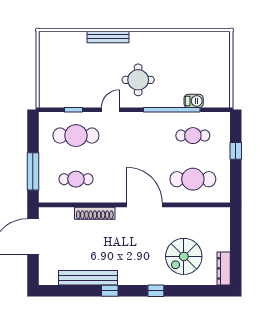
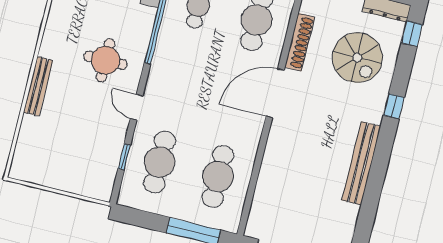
cafe table: (76, 179) -> (218, 177), width x1.37, depth x1.35
shoe rack: (95, 213) -> (300, 42), moved
bench: (88, 278) -> (361, 163), moved
window: (110, 291) -> (412, 34), moved

